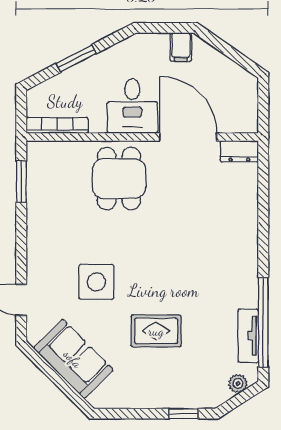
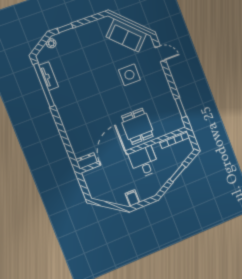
door: (188, 137) -> (113, 158), swing flipped
rug: (156, 331) -> (93, 62), removed
plant: (238, 383) -> (51, 43), moved

